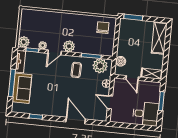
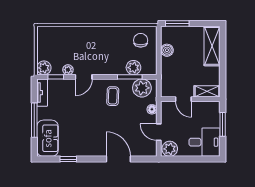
plant: (69, 46) -> (133, 68), moved
boiler: (121, 61) -> (167, 50), moved
sofa: (22, 88) -> (48, 138), moved
plant: (117, 116) -> (170, 149), added

